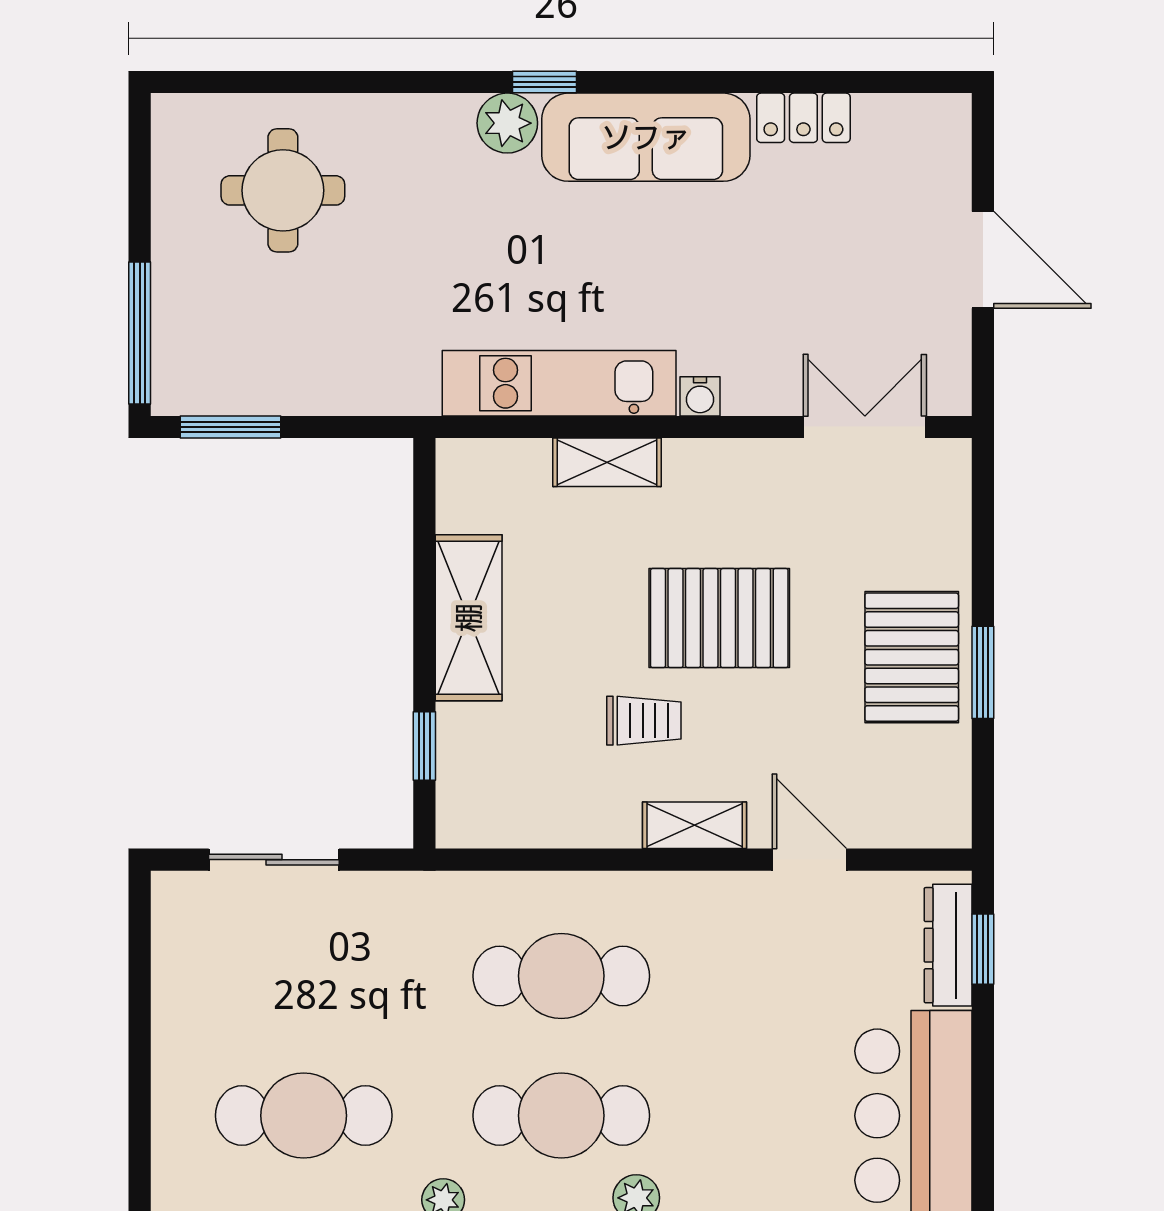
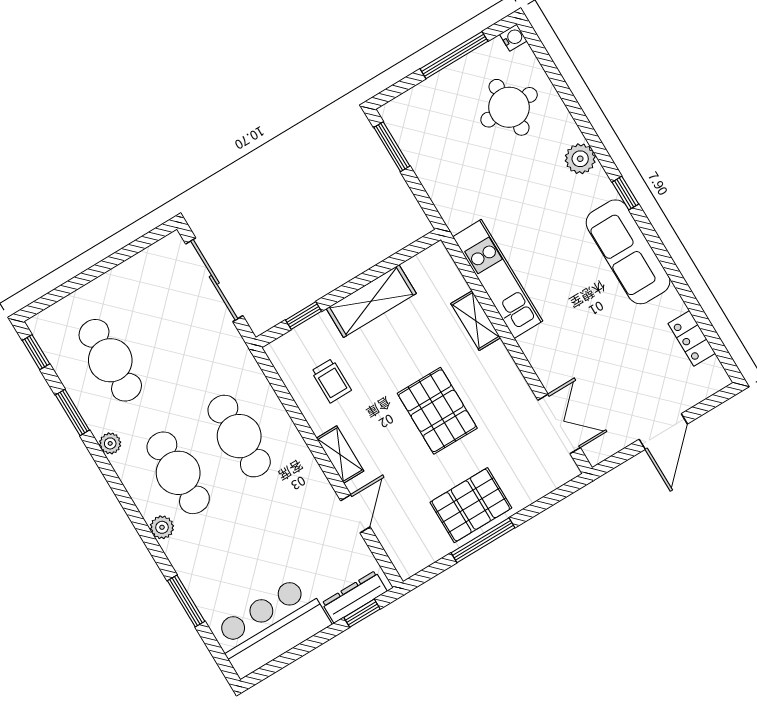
locker: (803, 118) -> (692, 338), moved
plant: (507, 123) -> (580, 159), moved
window: (140, 333) -> (454, 55), moved
water cooler: (700, 396) -> (513, 38), moved, turned 180
window: (983, 672) -> (483, 540), width x1.44
trolley: (644, 721) -> (331, 381), moved
sliding door: (274, 860) -> (214, 280), width x1.37

